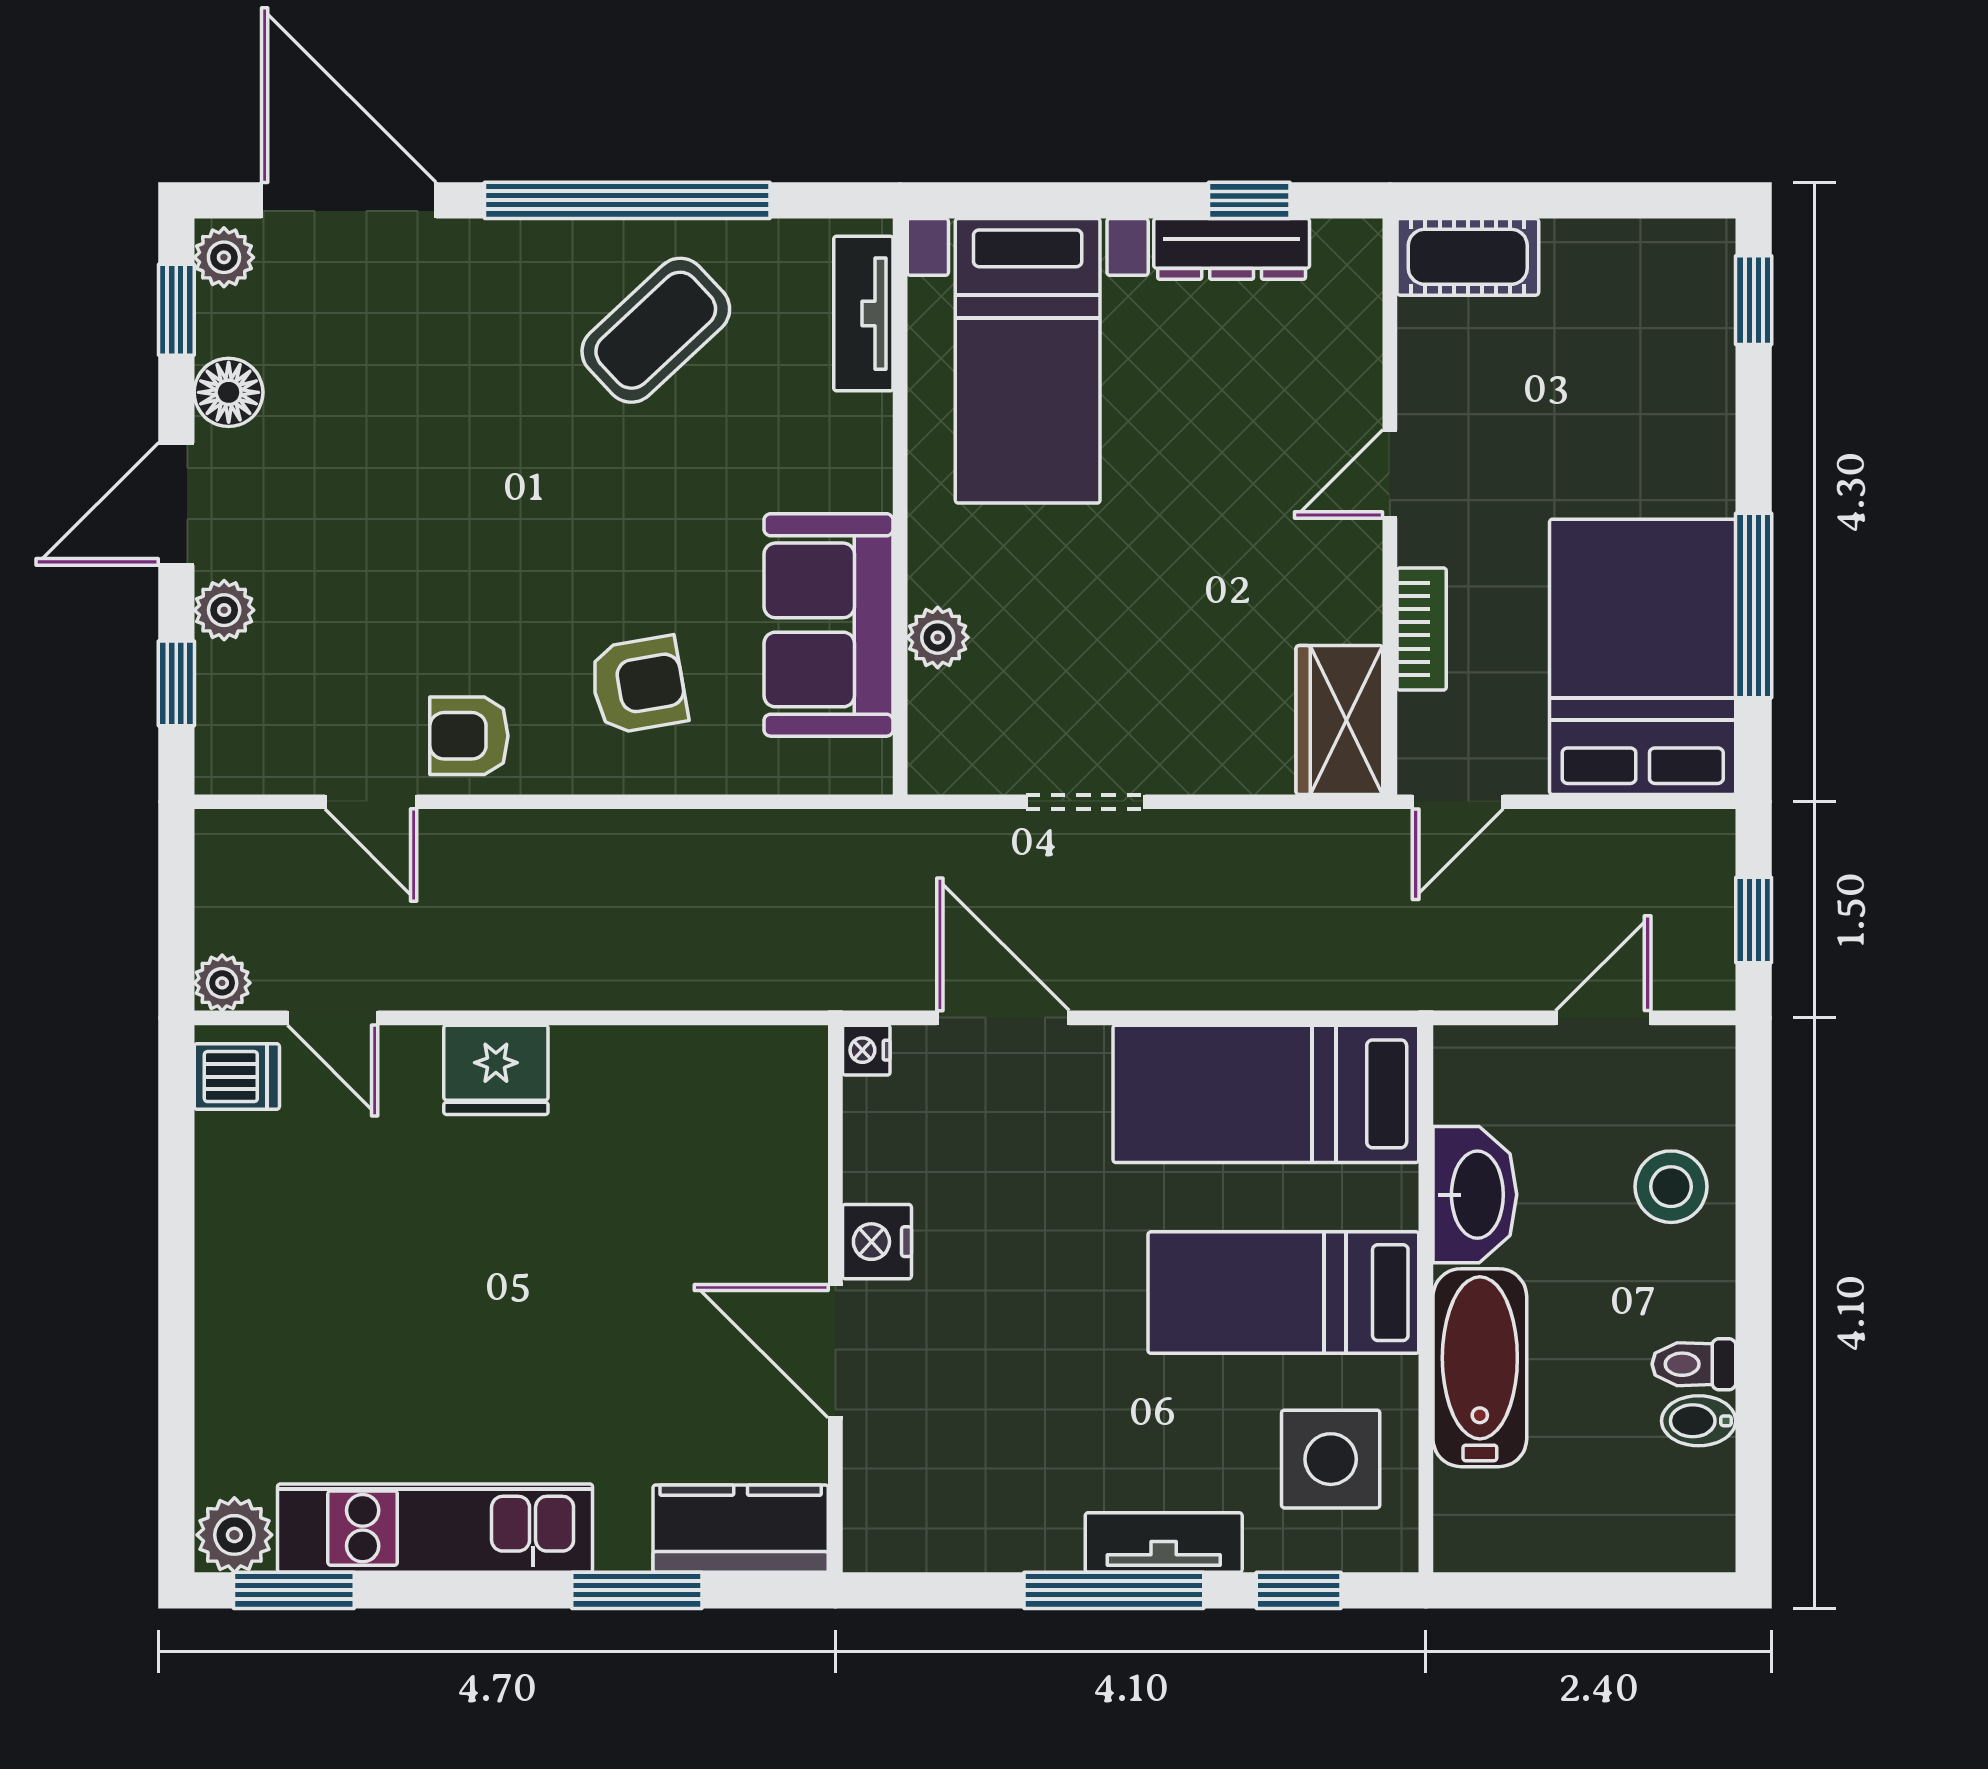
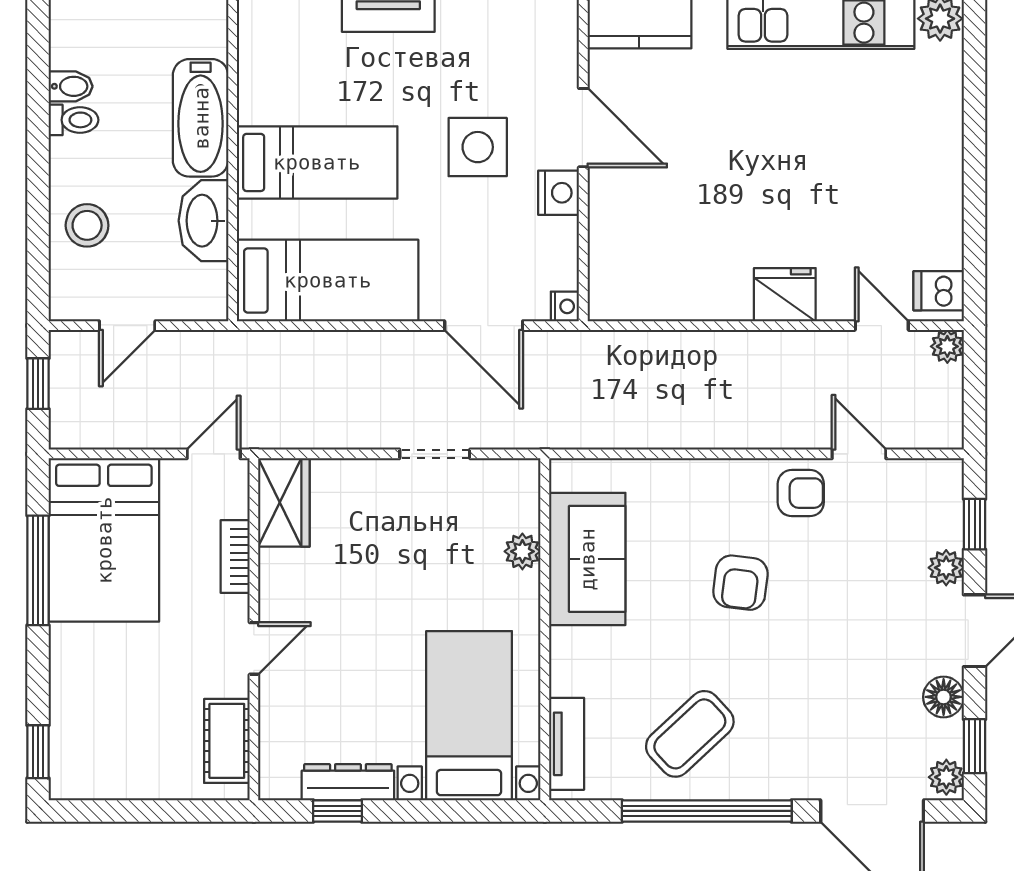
cot: (1468, 257) -> (227, 741), moved, turned 90
armchair: (638, 685) -> (740, 583), moved, turned -73
side table: (1331, 1459) -> (478, 147), moved

